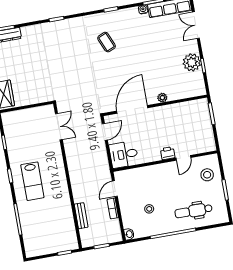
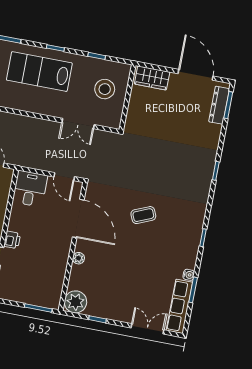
coffee table: (107, 42) -> (143, 215), moved
plant: (192, 62) -> (75, 302), moved
stool: (27, 127) -> (105, 89), added
double door: (59, 127) -> (78, 124), moved
lab bench: (32, 181) -> (39, 72), width x1.36, depth x1.39

